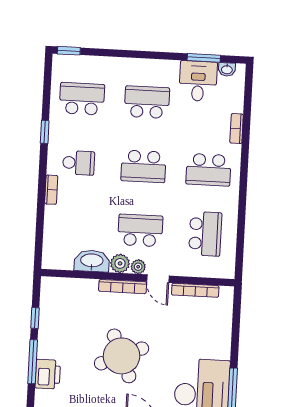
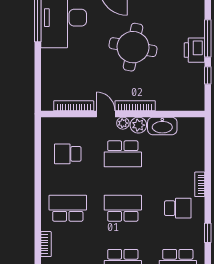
school desk: (79, 163) -> (178, 208), turned 180
school desk: (205, 234) -> (68, 154), width x0.54
round table: (122, 356) -> (133, 47), turned 34
printer: (48, 374) -> (195, 50), moved

